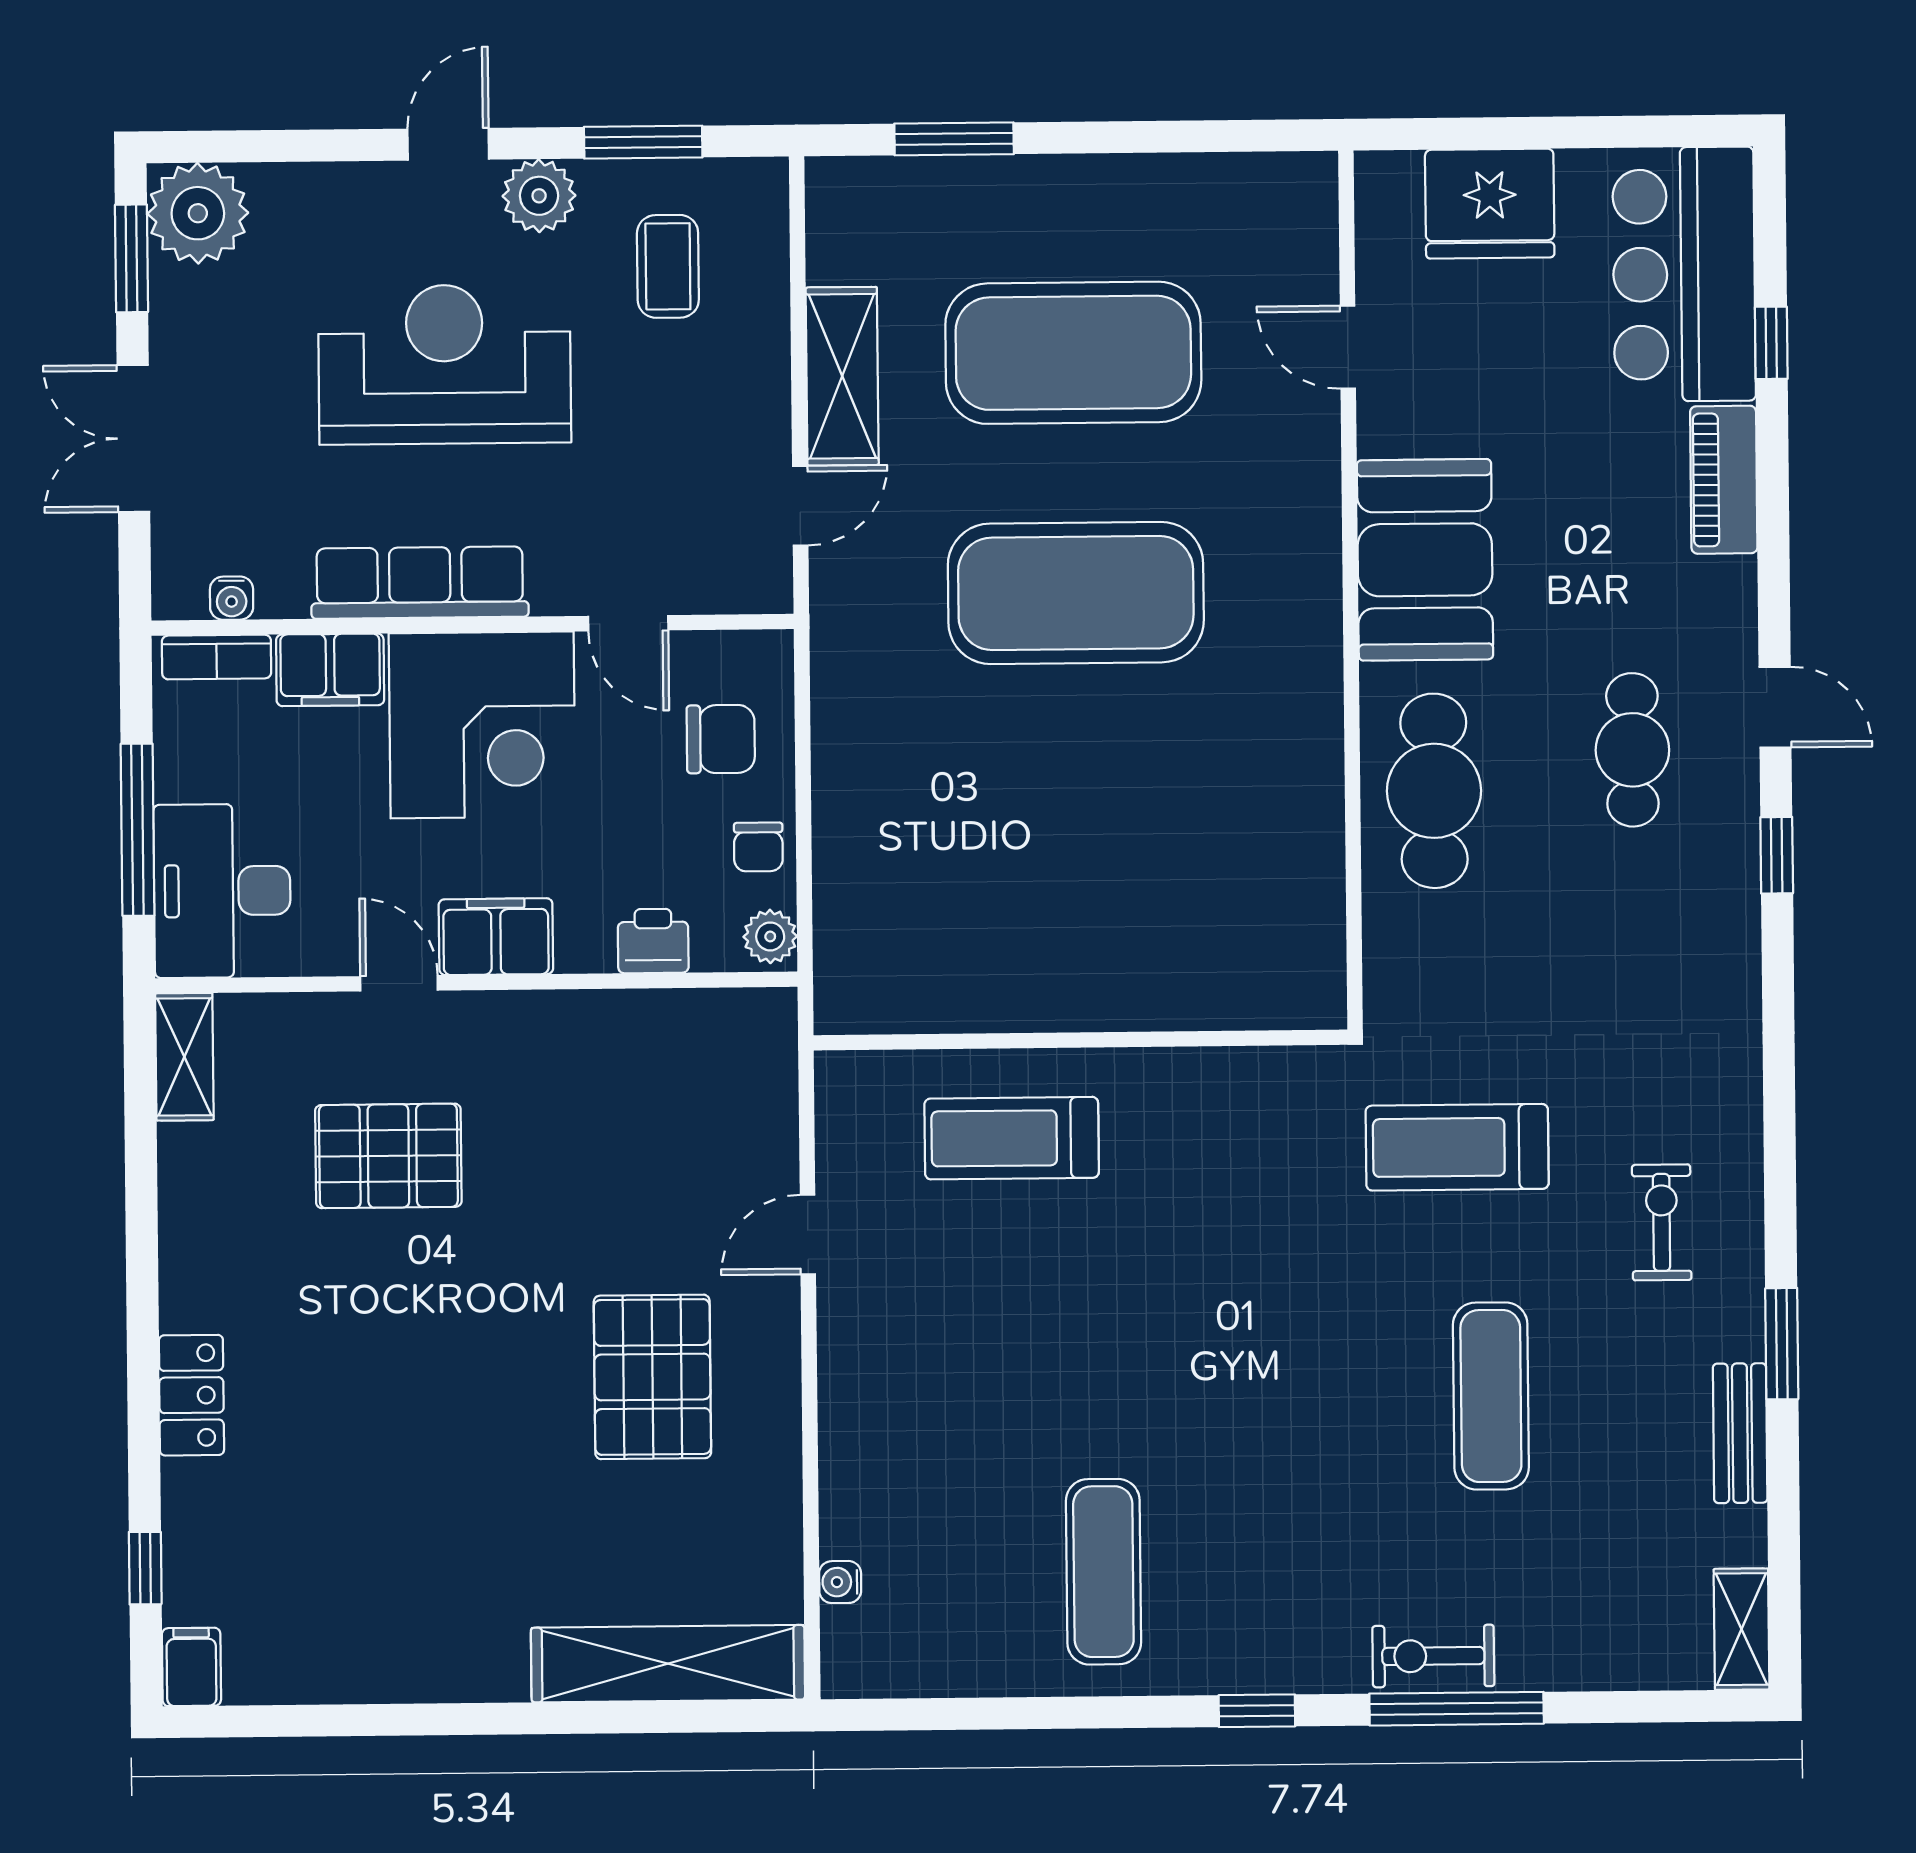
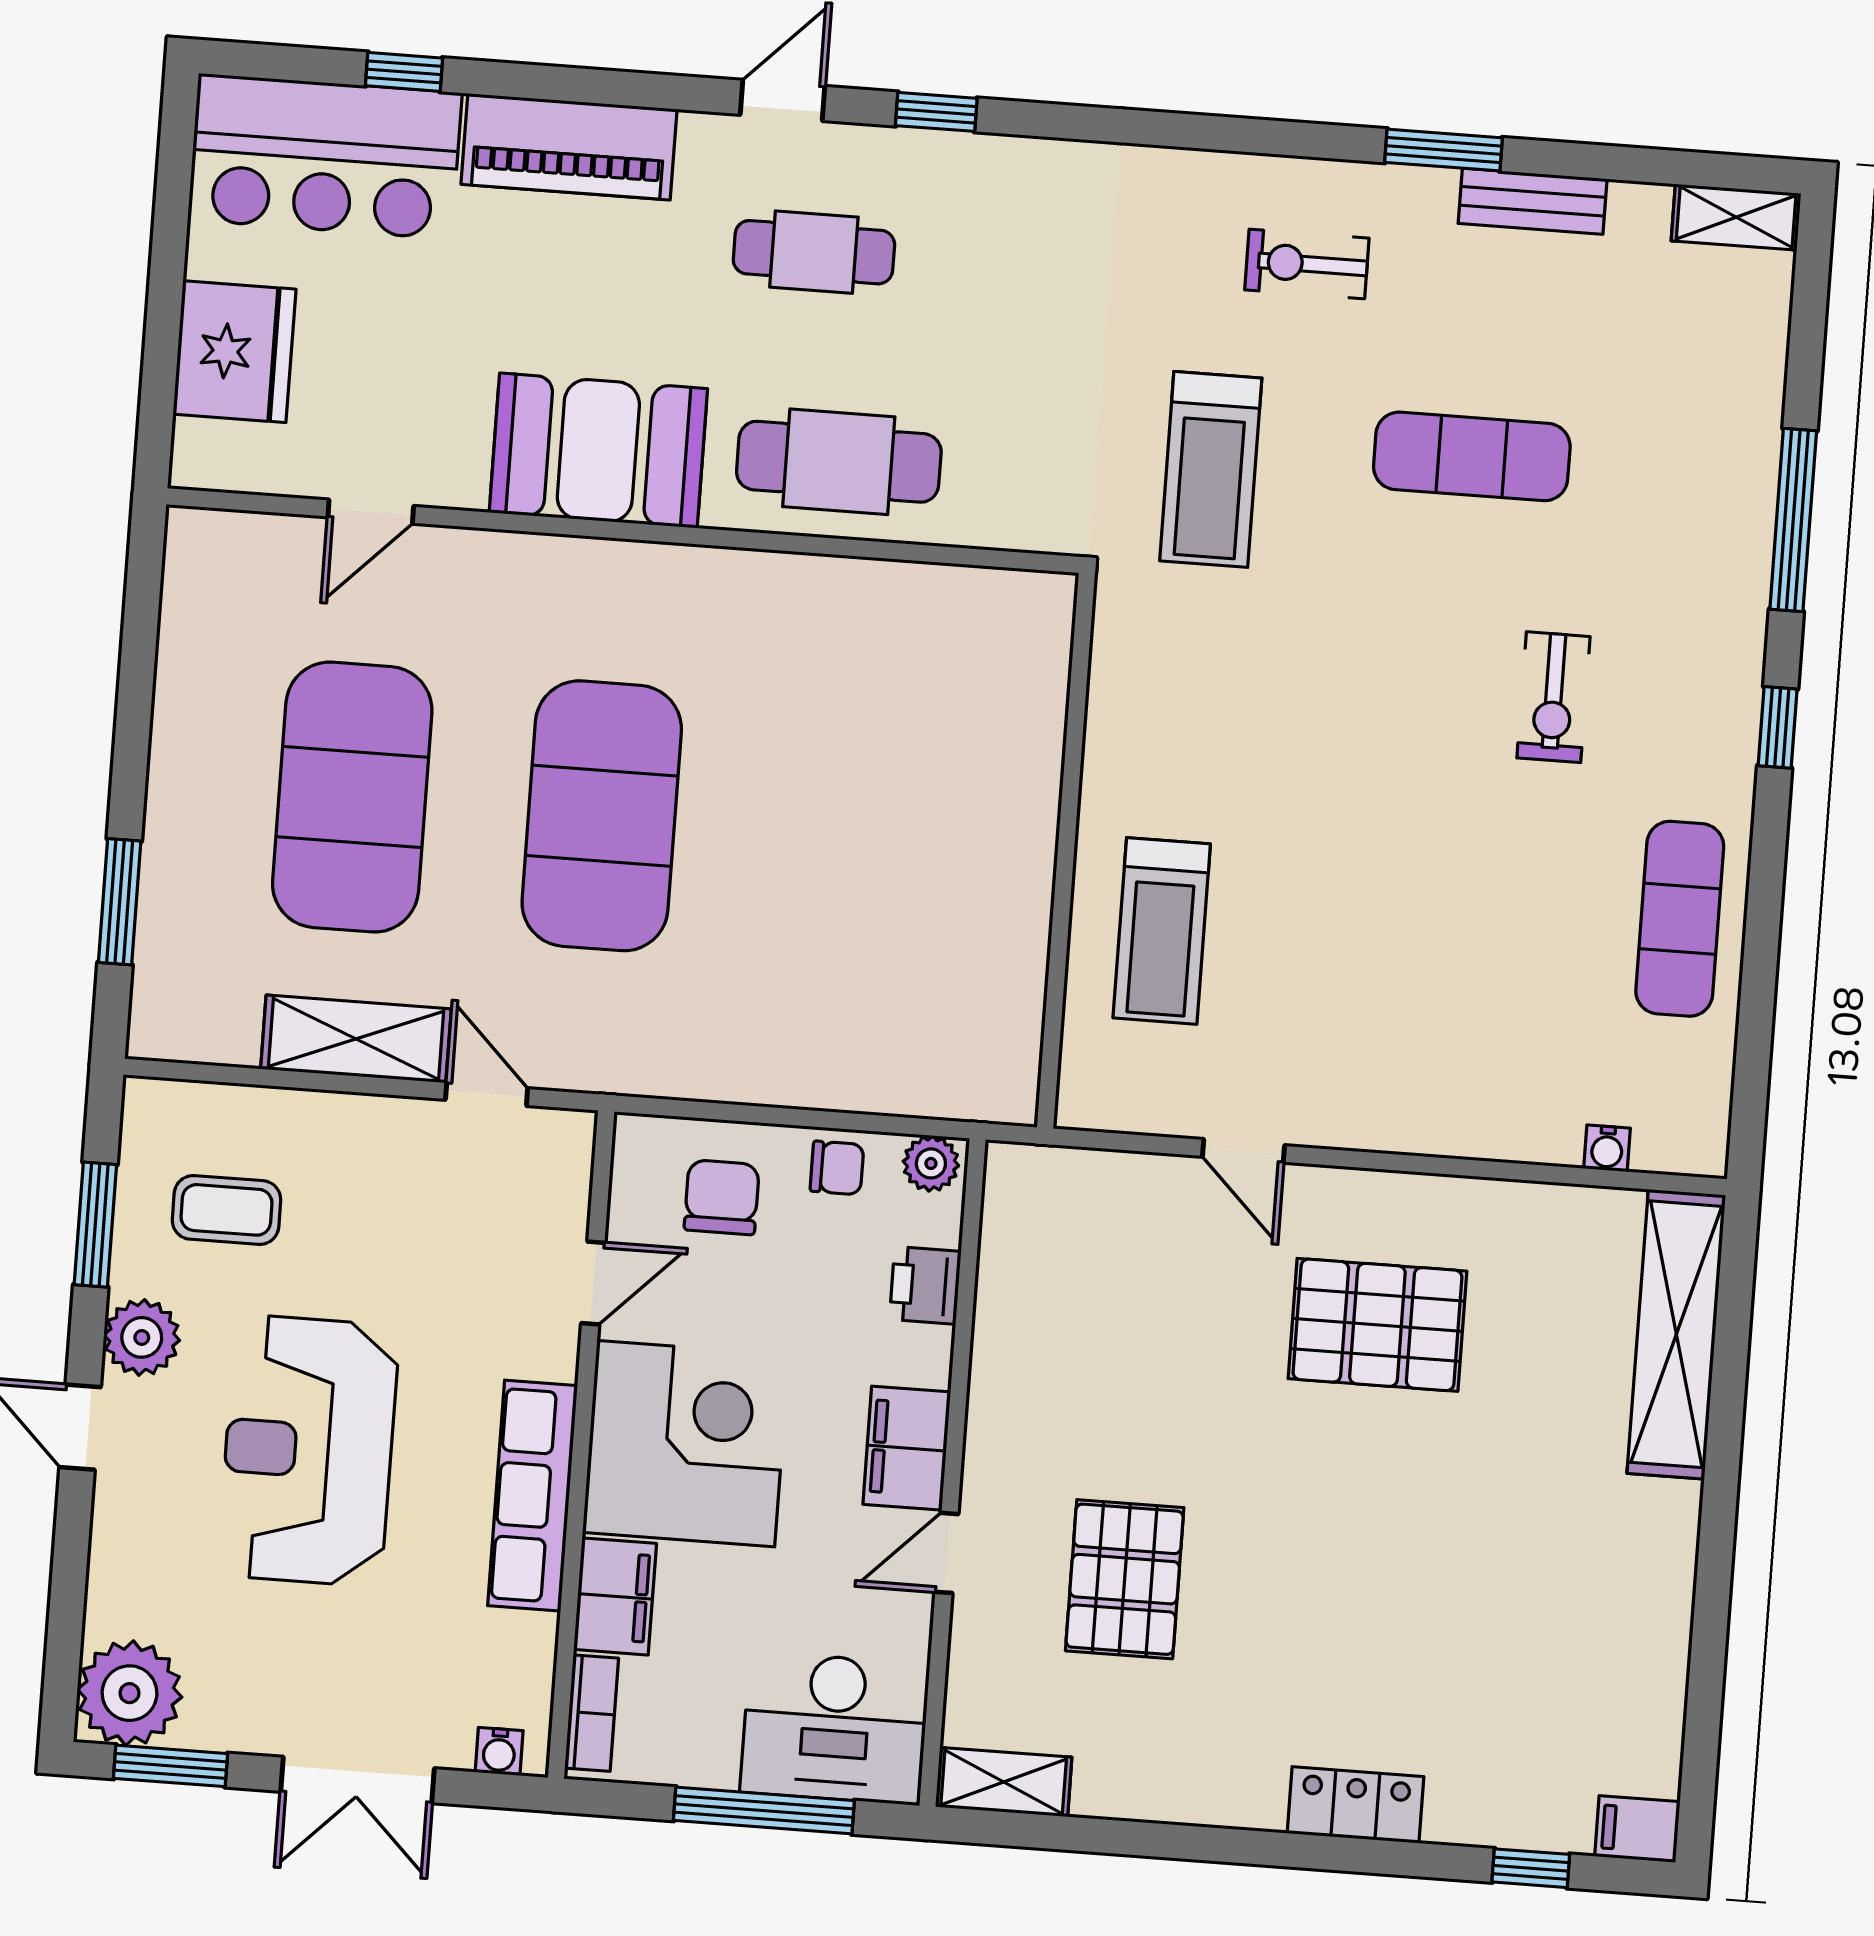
piano: (1724, 480) -> (569, 147), width x1.37, depth x1.33
water cooler: (232, 598) -> (499, 1751), moved, turned 90
exercise mat: (1103, 1572) -> (1680, 919), moved, turned 90
exercise bike: (1433, 1656) -> (1553, 697), moved

